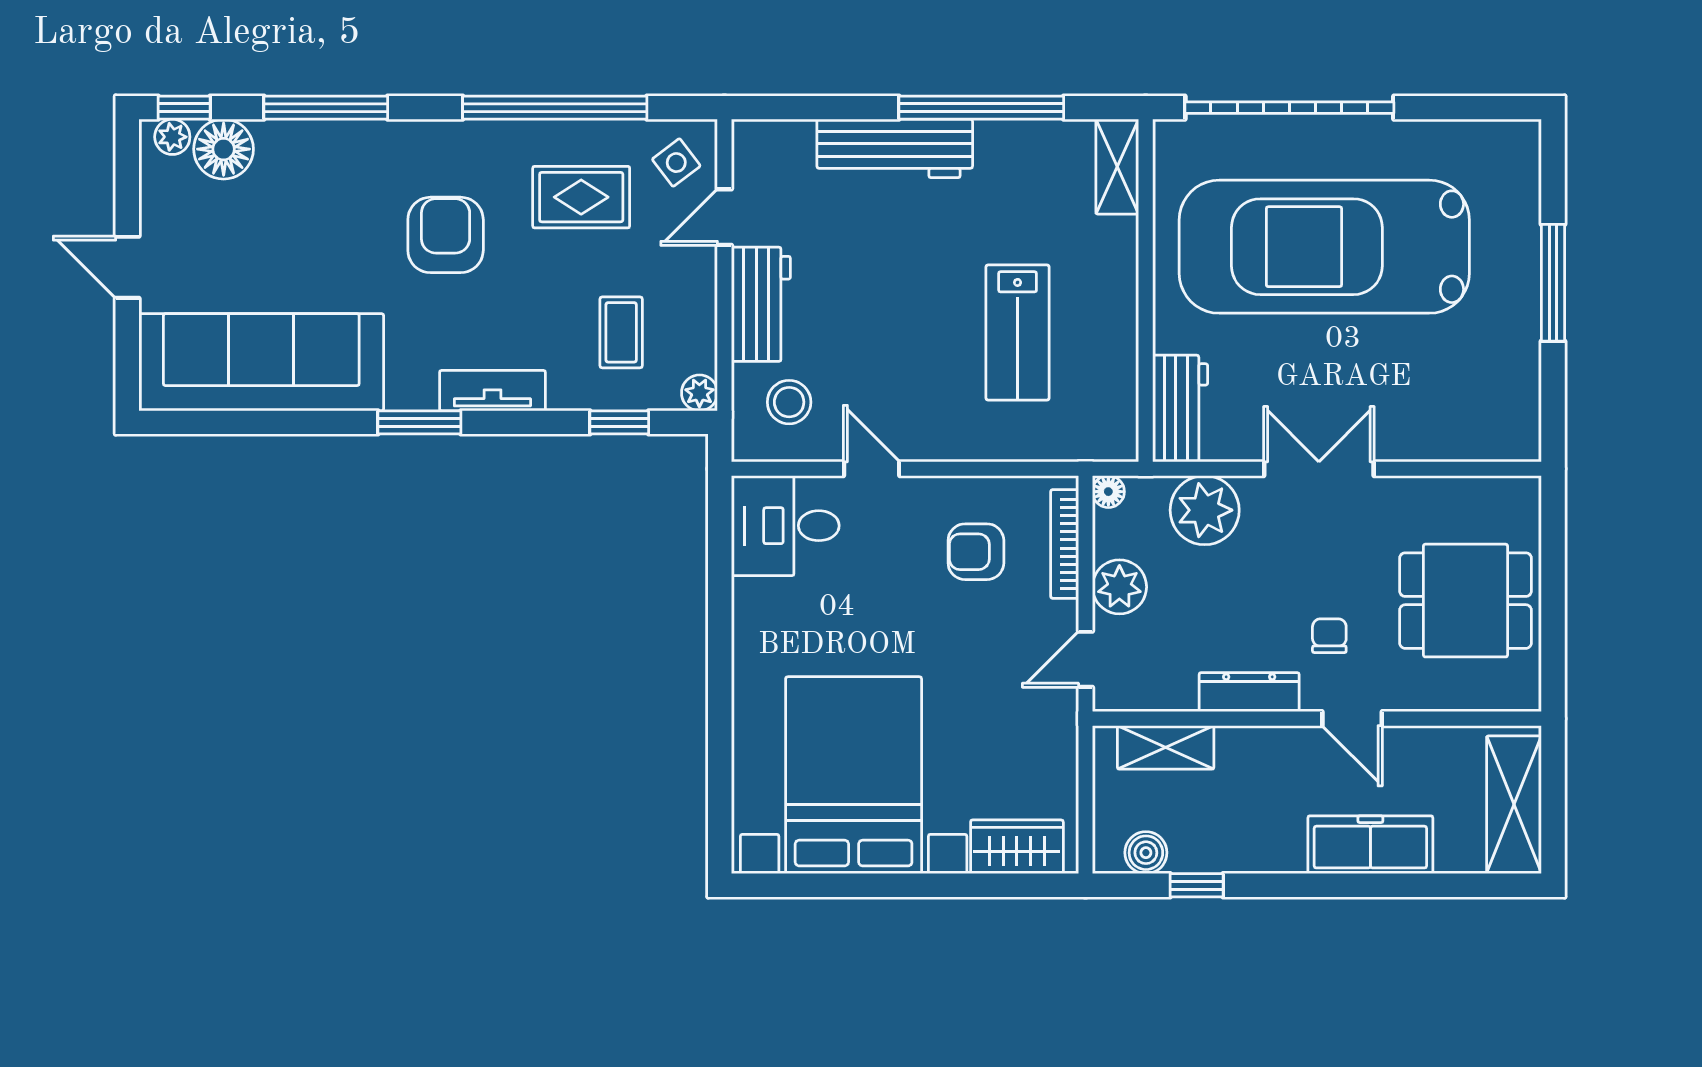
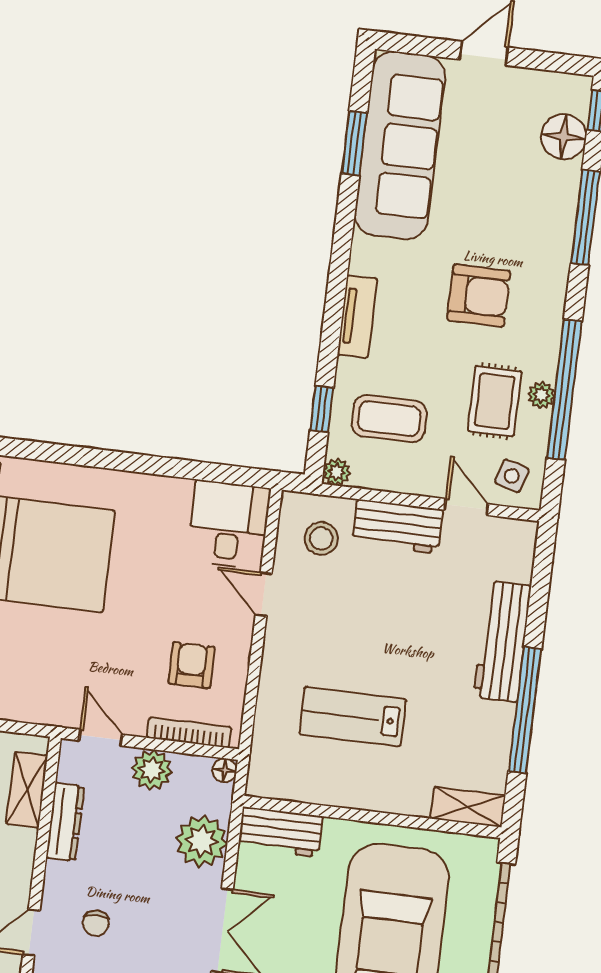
plant: (172, 137) -> (541, 395), moved
side table: (676, 163) -> (512, 476), turned -36
coffee table: (621, 332) -> (389, 419), width x1.36, depth x1.30
window: (419, 422) -> (354, 143), moved
door: (872, 469) -> (264, 594), swing flipped
chair: (1329, 636) -> (96, 923), turned 90
dresser: (1249, 692) -> (65, 822), moved

